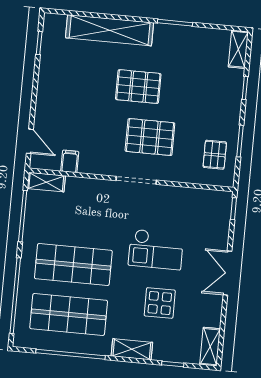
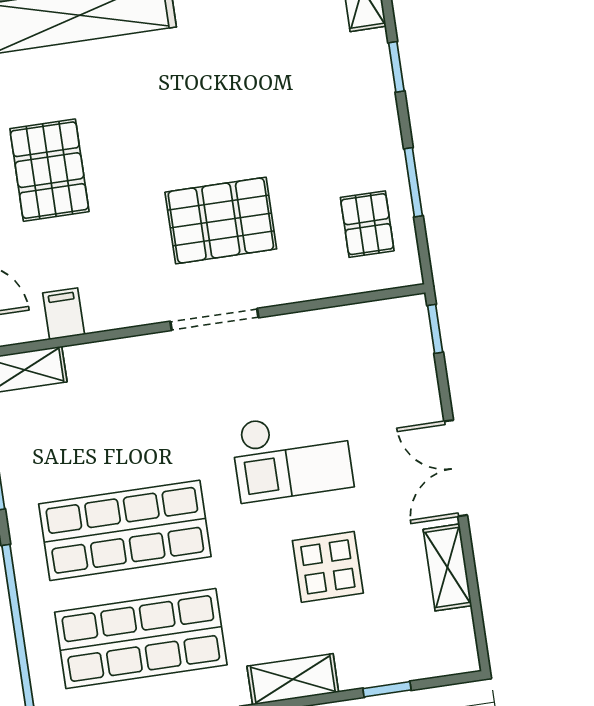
pallet: (138, 87) -> (49, 170), moved, turned 90
shelving: (210, 347) -> (447, 567), moved

